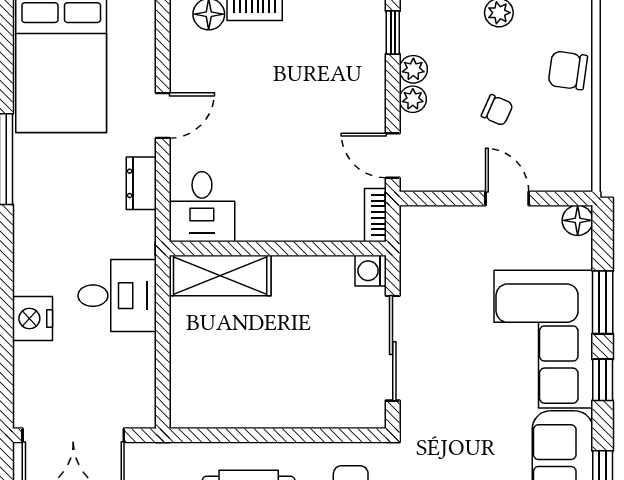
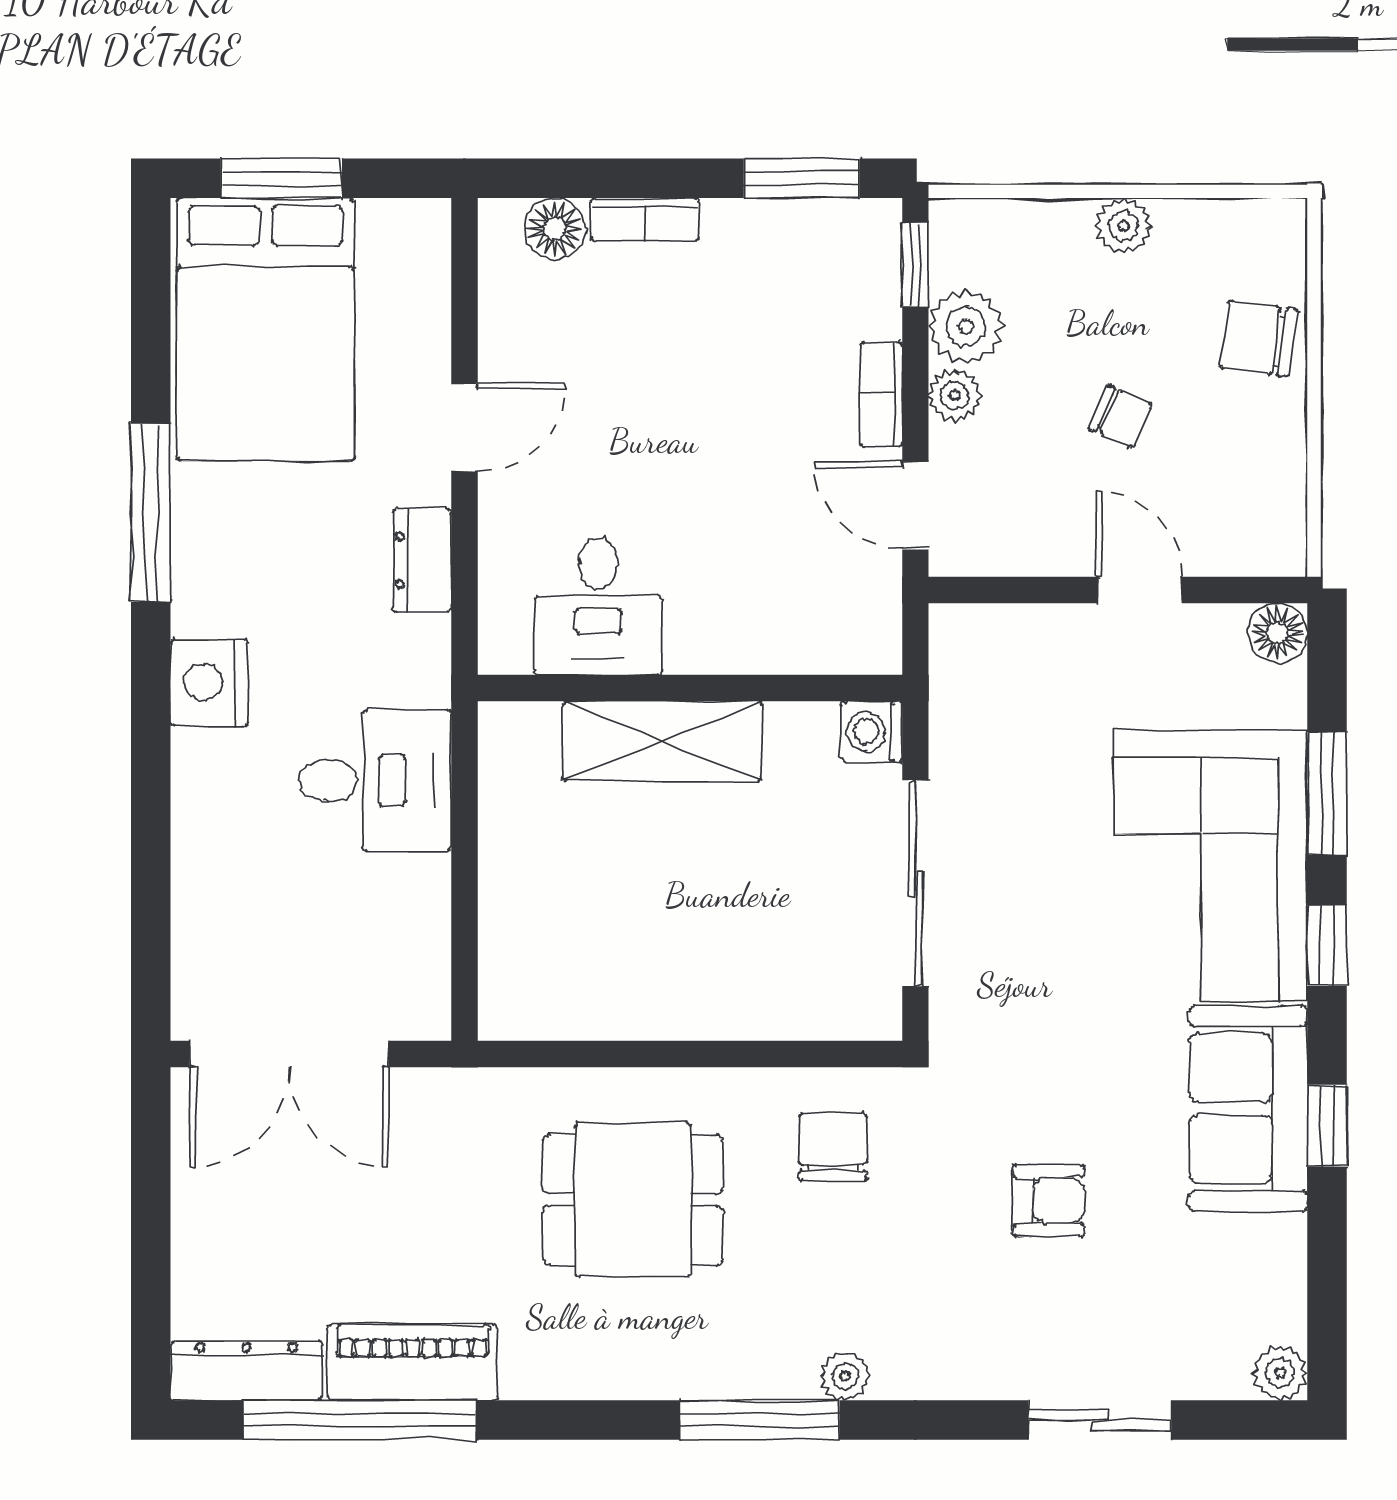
plant: (413, 69) -> (966, 326), width x1.38, depth x1.38
desk: (202, 207) -> (598, 606), moved
bookcase: (375, 215) -> (881, 394), moved
shelving: (220, 276) -> (662, 741), moved
nightstand: (33, 318) -> (209, 682), moved

